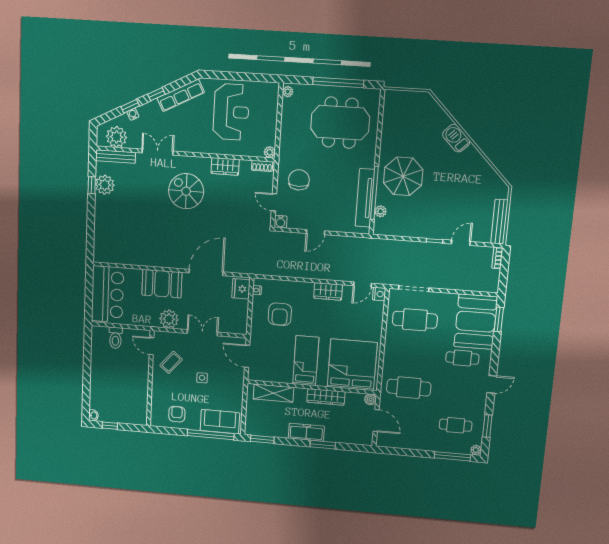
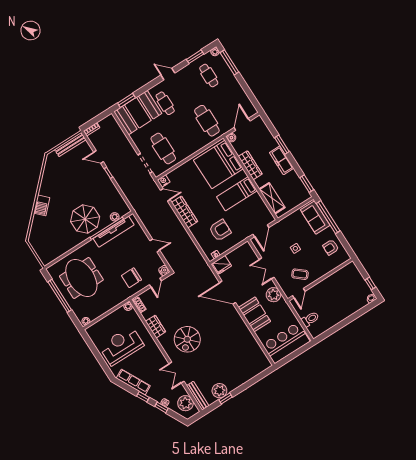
wardrobe: (328, 291) -> (185, 212), width x1.50

